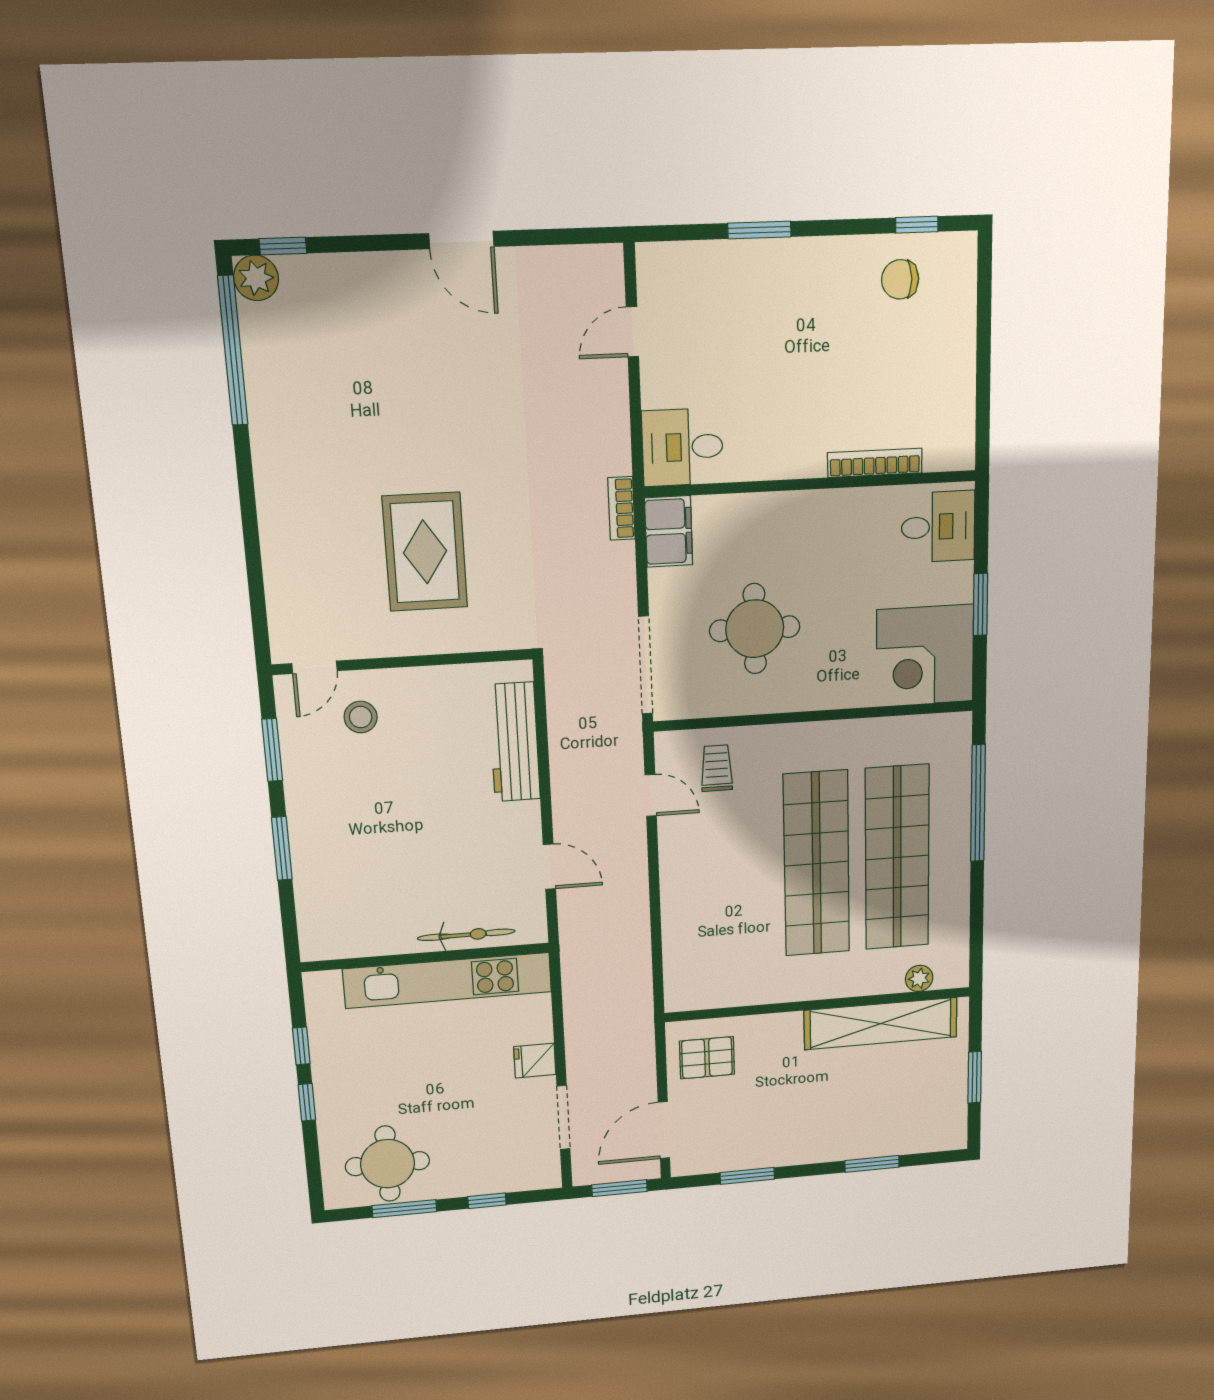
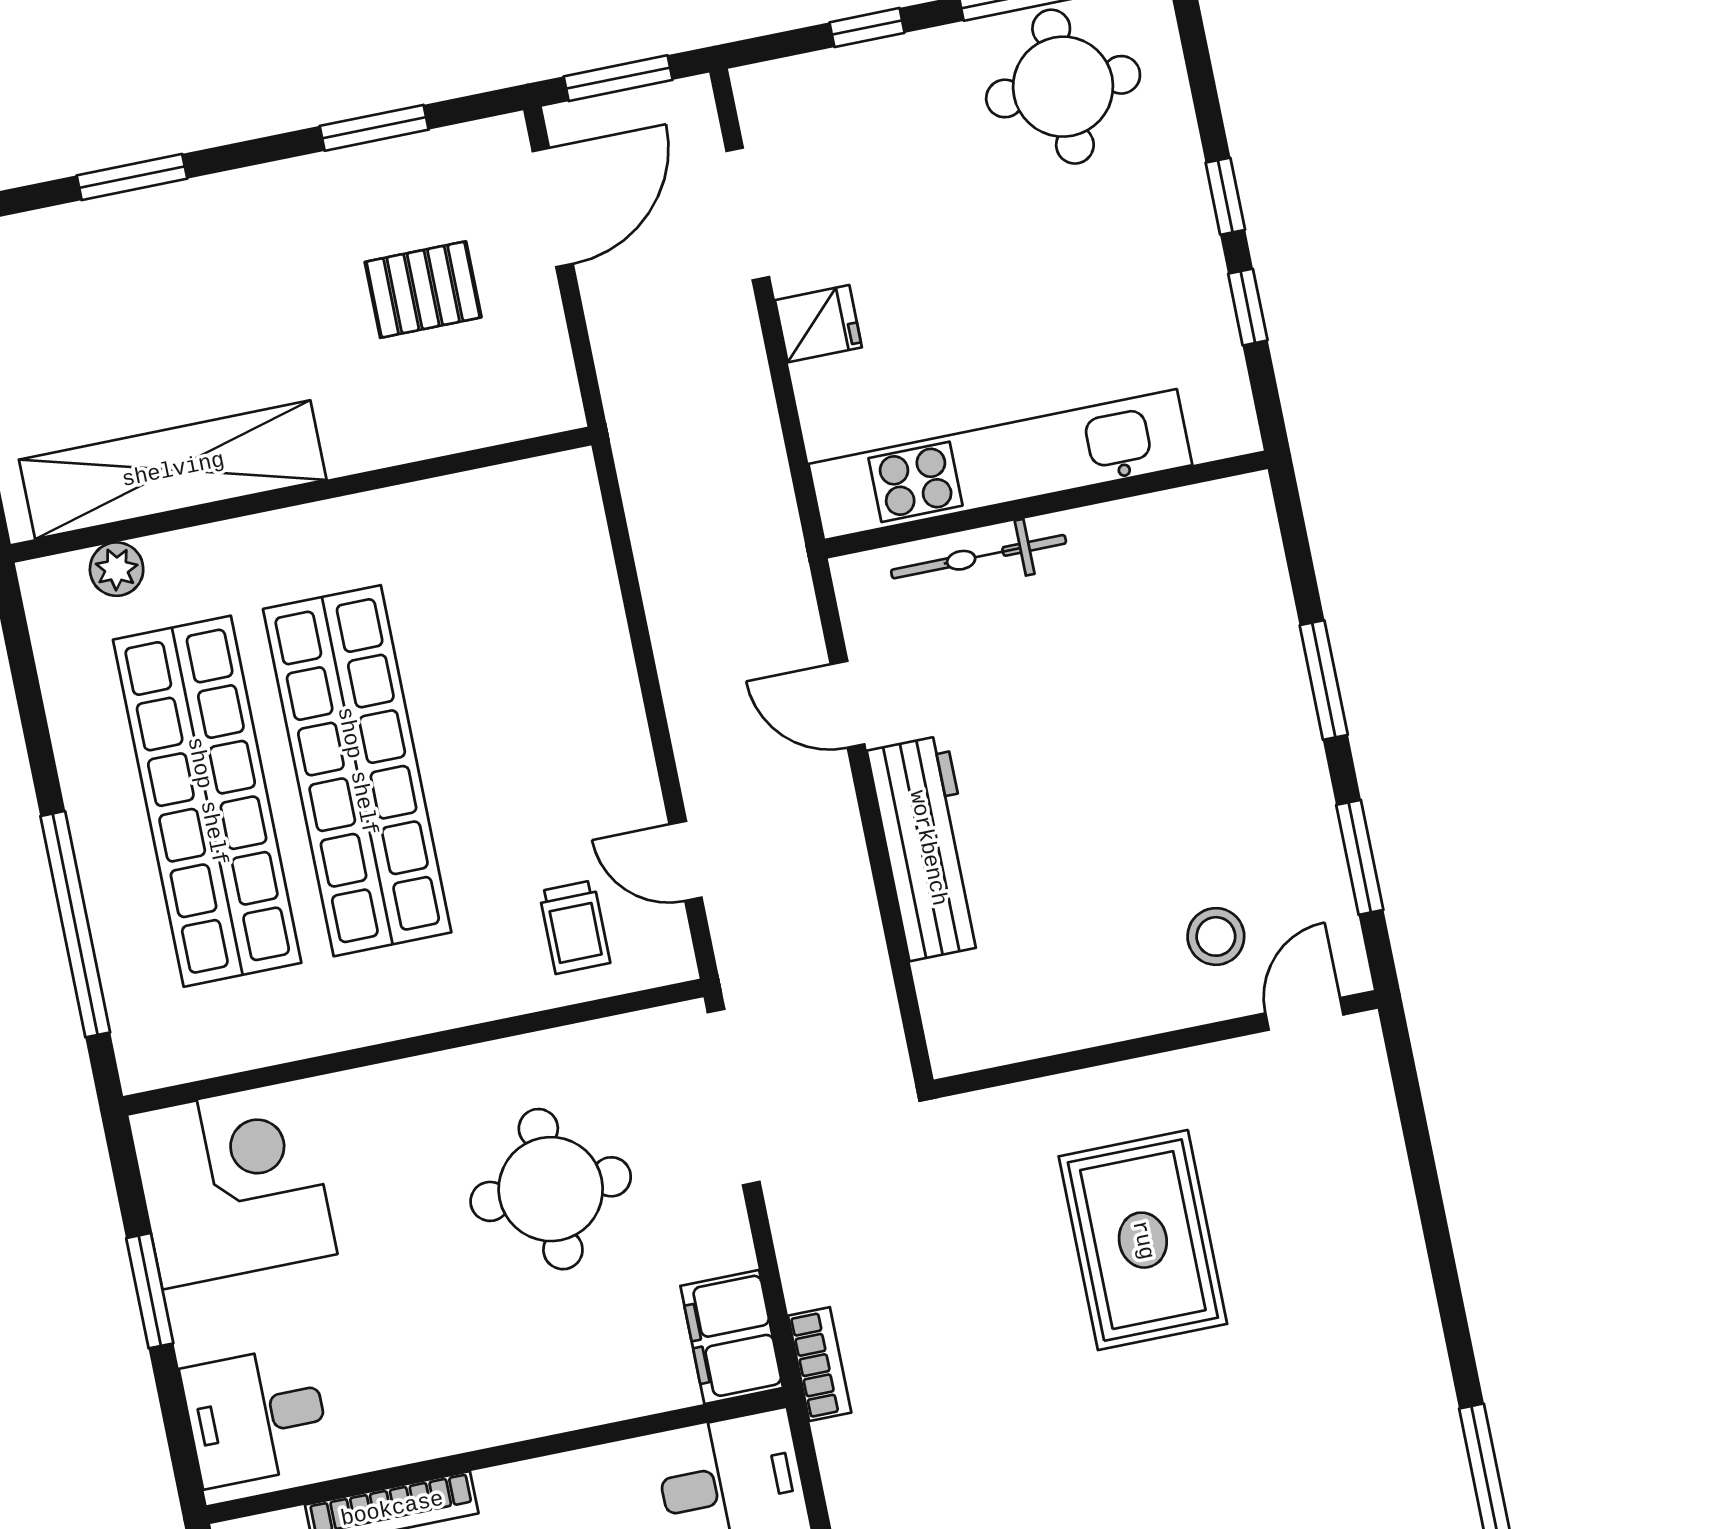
workbench: (514, 742) -> (928, 848), moved
pallet: (707, 1058) -> (423, 290), moved

